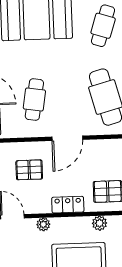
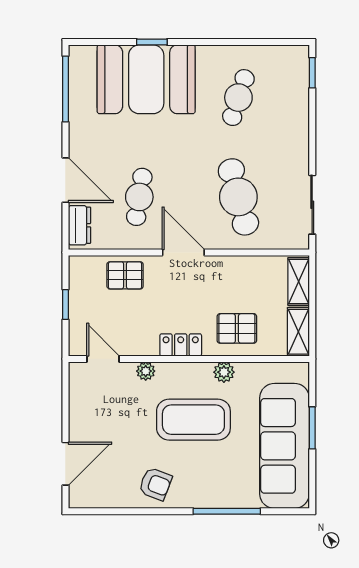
door: (67, 138) -> (183, 252), swing flipped
pallet: (29, 170) -> (125, 275), moved

